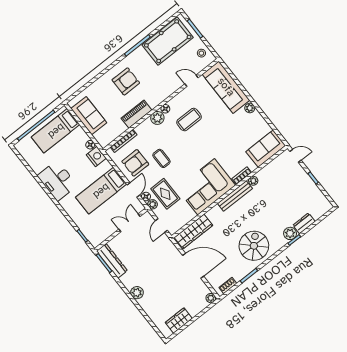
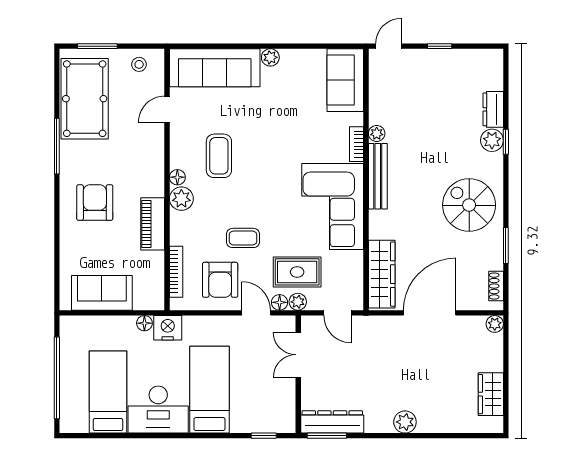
bed: (56, 131) -> (108, 392), moved, turned 180
bed: (101, 191) -> (209, 390), moved, turned 180

